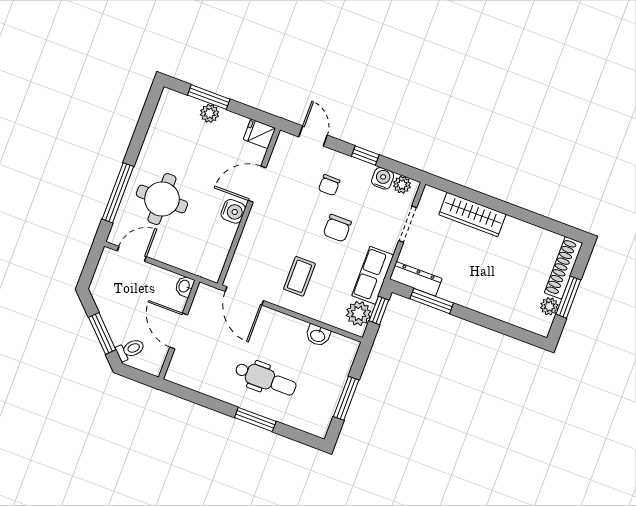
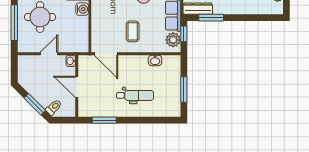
door: (132, 254) -> (49, 54), moved
window: (255, 419) -> (104, 120), moved

